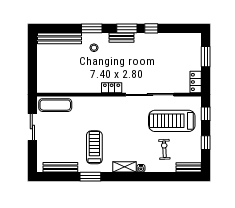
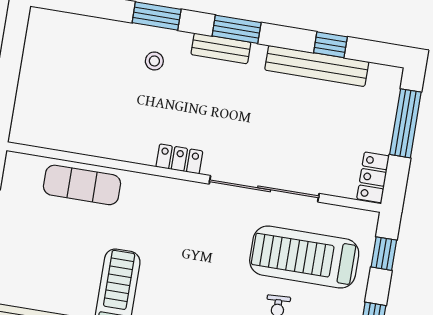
window: (151, 28) -> (330, 45), moved
bench: (59, 38) -> (317, 66), moved
window: (206, 57) -> (405, 123), width x1.44
exercise mat: (55, 105) -> (82, 185), moved

